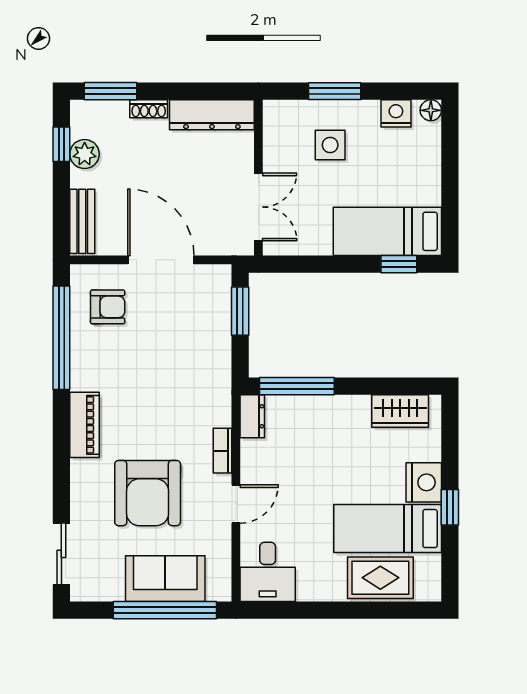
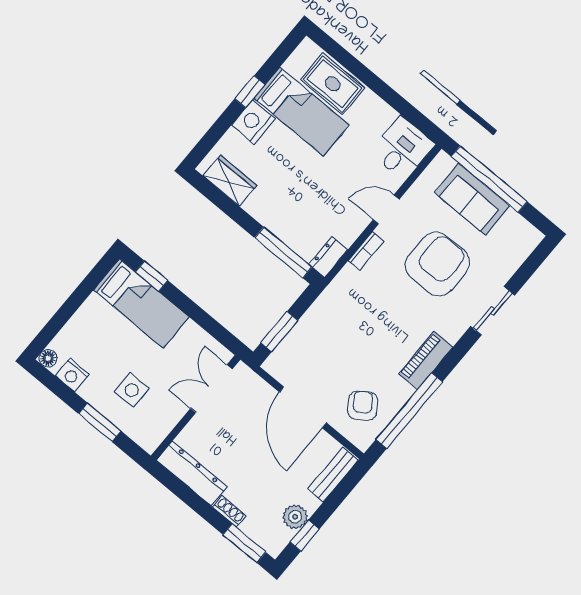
armchair: (108, 307) -> (363, 406), turned 55
piano: (85, 425) -> (426, 360), moved
sliding door: (61, 554) -> (493, 311), moved

